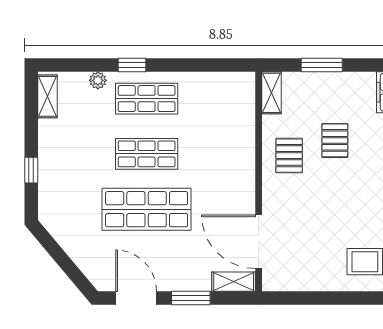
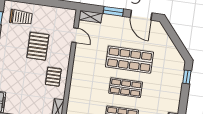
pallet: (335, 140) -> (38, 46), moved, width x1.50, depth x1.42
window: (31, 170) -> (187, 77), moved
door: (259, 242) -> (75, 35), width x0.53

